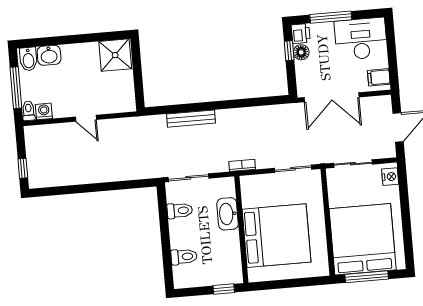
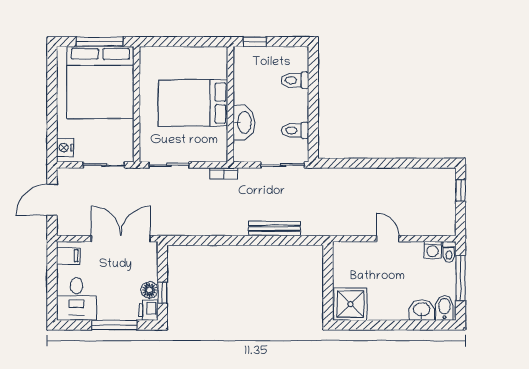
desk: (361, 39) -> (76, 299), width x0.73
bed: (276, 236) -> (193, 103), width x0.73

